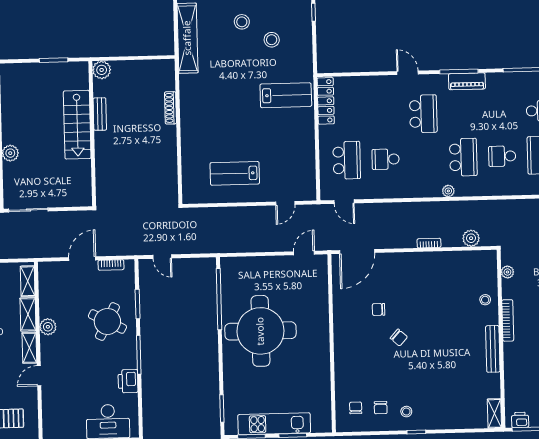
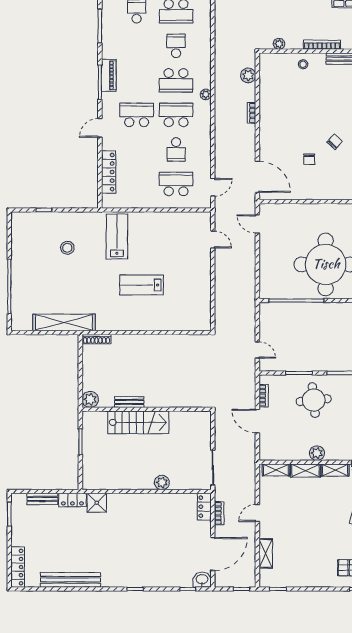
stool: (242, 22) -> (51, 274), removed
locker: (326, 101) -> (109, 172), moved, turned 90
shoe rack: (170, 108) -> (96, 339), moved
school desk: (502, 156) -> (176, 46), turned 180
school desk: (463, 157) -> (176, 80), turned 180
school desk: (424, 158) -> (176, 115), added
lab bench: (235, 173) -> (142, 285), moved, turned 90
door: (162, 257) -> (257, 350), hinge flipped
round table: (107, 321) -> (314, 400), turned -33

